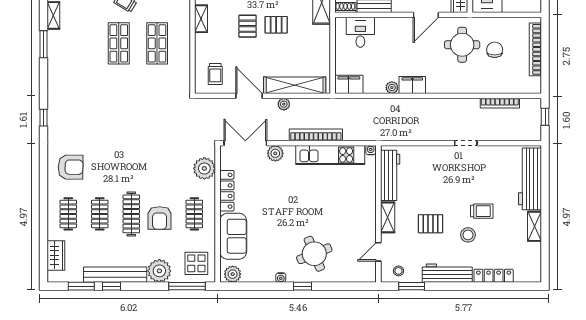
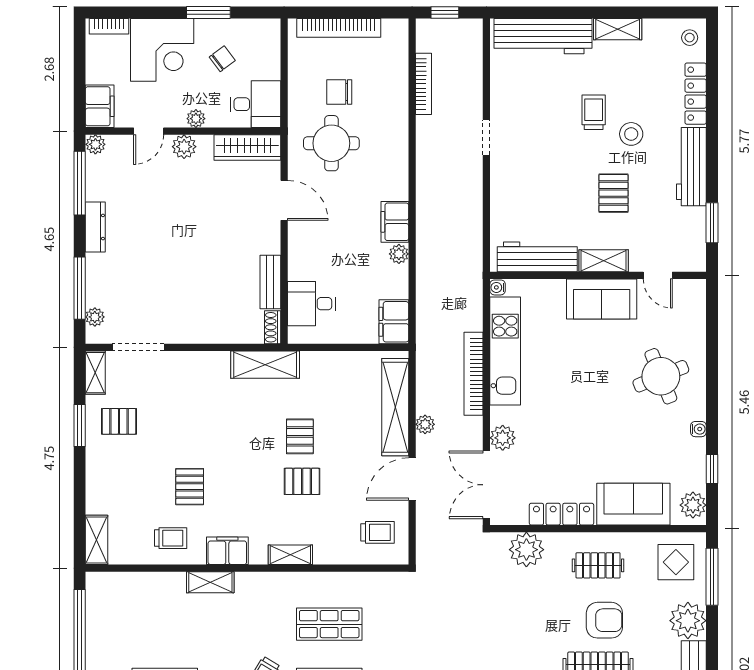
sofa: (363, 216) -> (602, 299), added
stool: (398, 271) -> (690, 38), moved
window: (303, 286) -> (712, 469), moved

